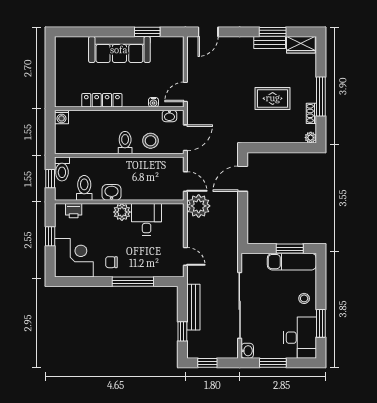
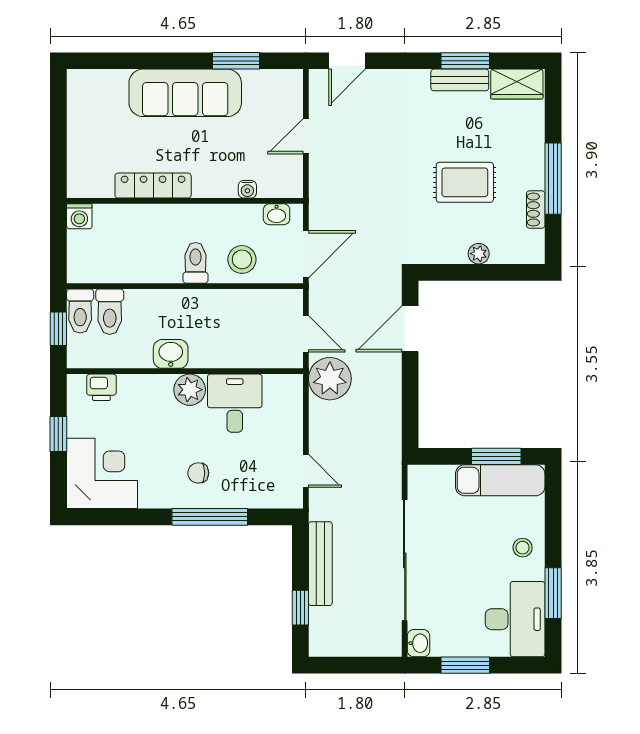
door: (185, 92) -> (306, 136), moved
plant: (311, 138) -> (479, 254), moved
toilet: (84, 188) -> (110, 312), moved, turned 180
chair: (111, 262) -> (198, 473), moved
window: (207, 363) -> (346, 665), removed

